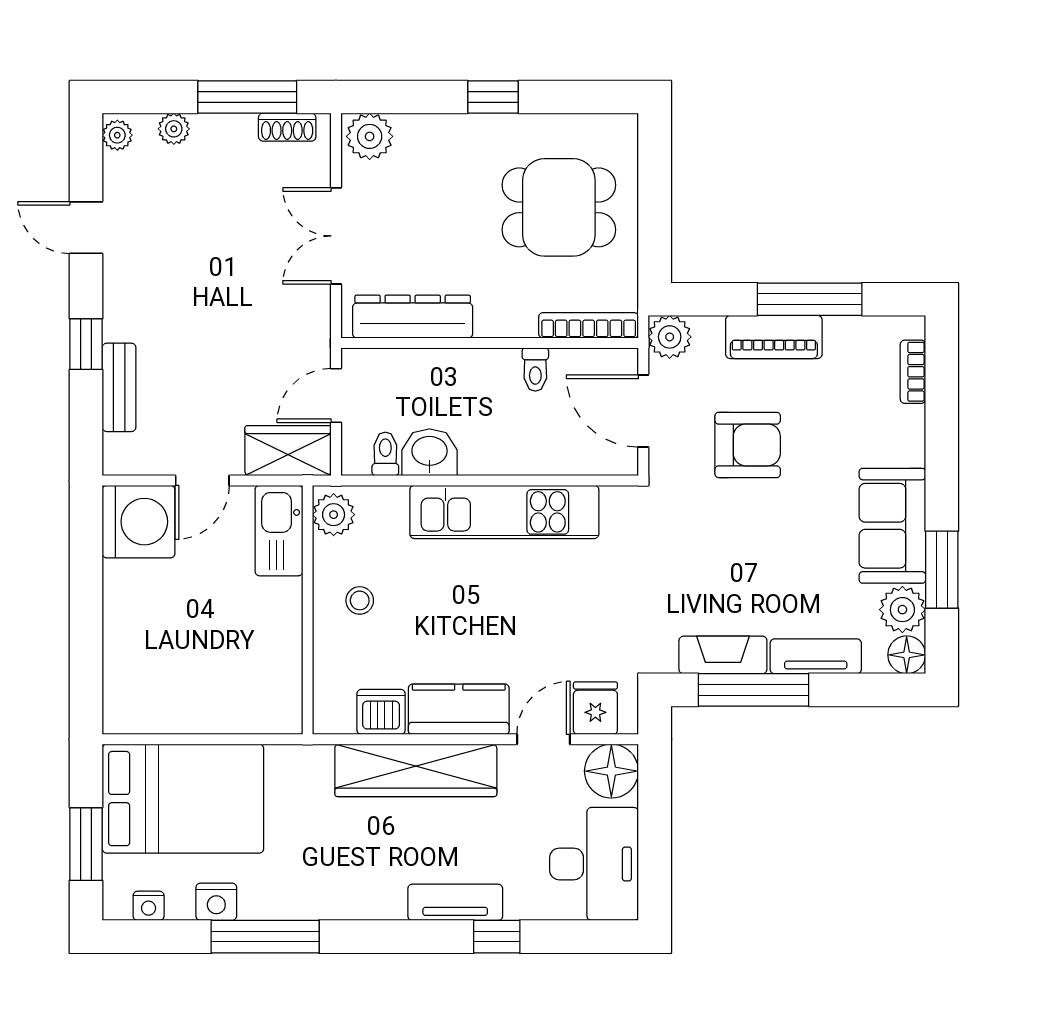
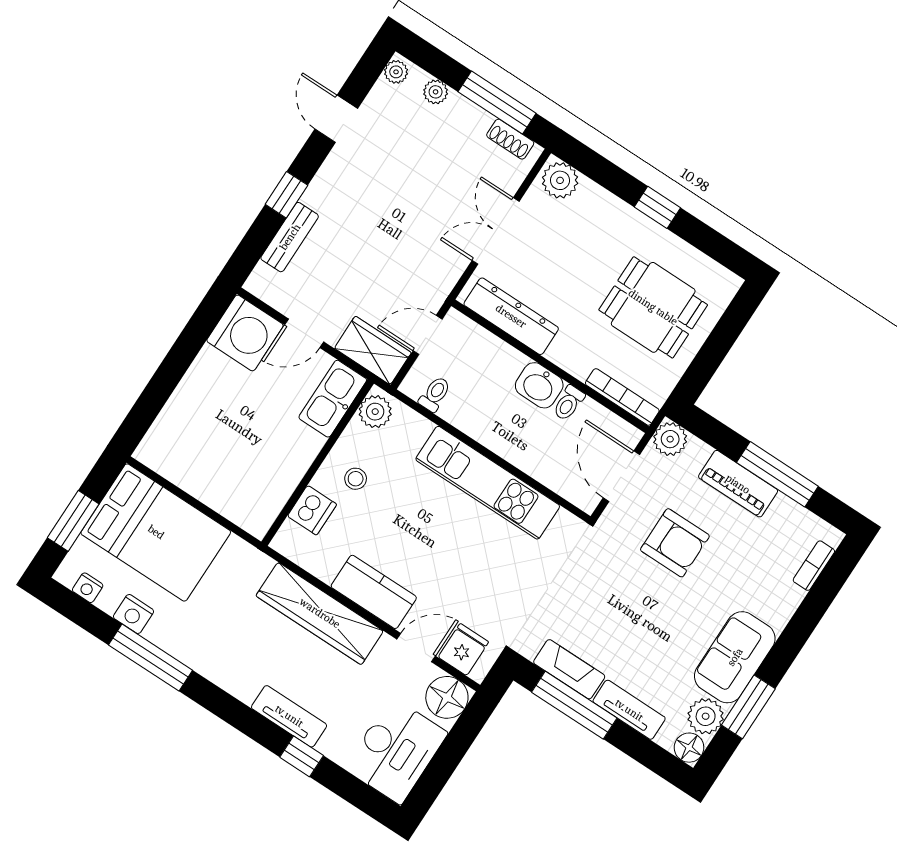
washbasin: (429, 452) -> (539, 385), moved, turned 180
dishwasher: (381, 712) -> (312, 510), moved, turned 90

